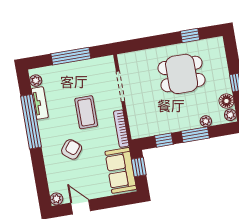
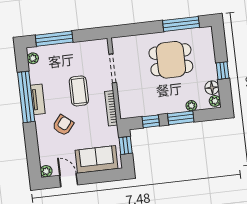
window: (190, 36) -> (181, 24), width x2.17
window: (71, 56) -> (54, 39), moved
tv unit: (40, 103) -> (38, 99), moved
sofa: (121, 170) -> (96, 159), moved, turned 90

